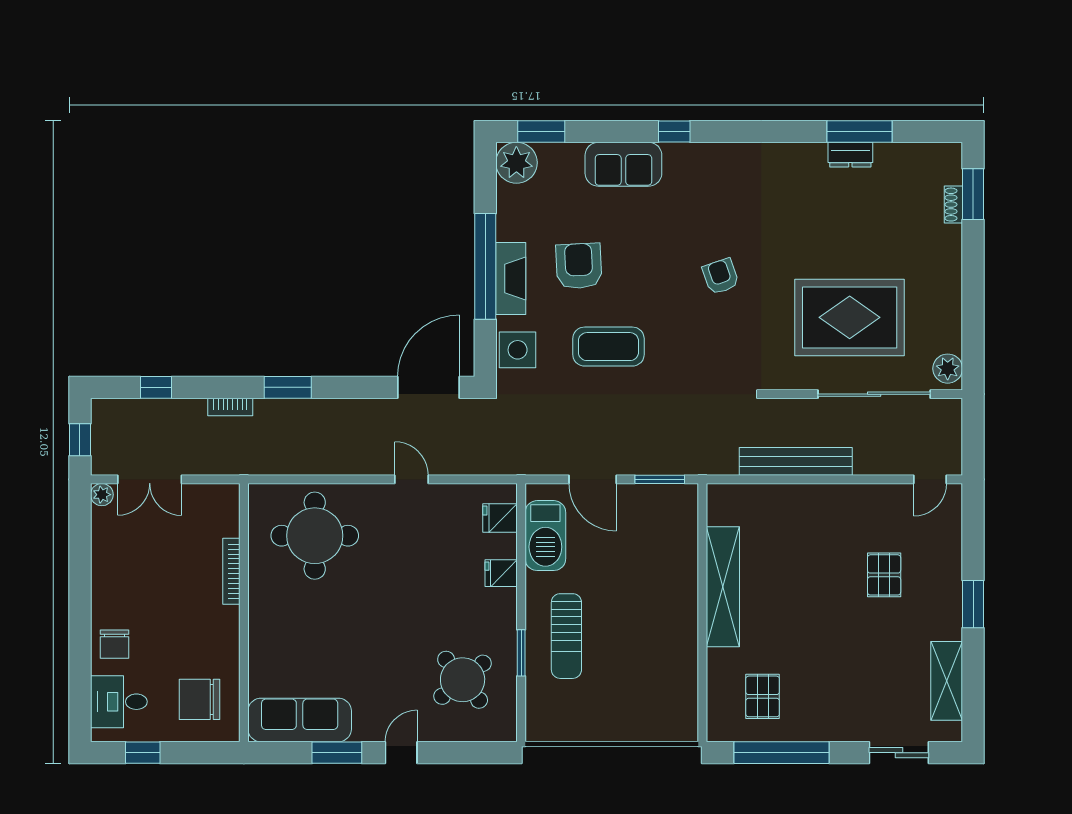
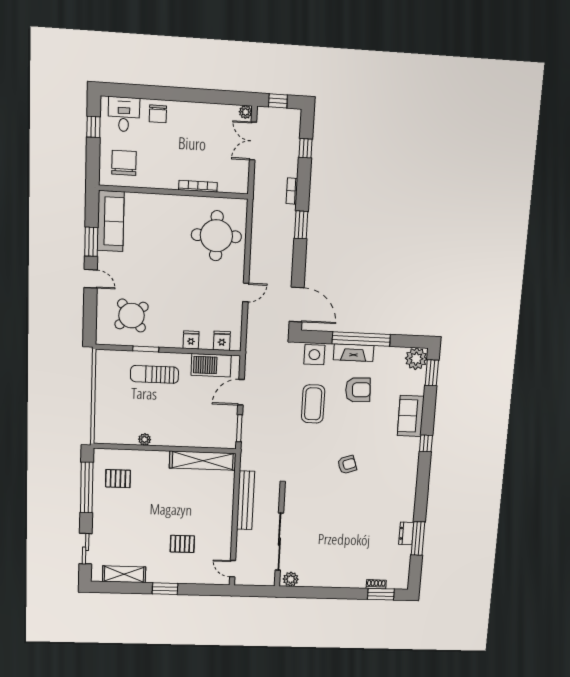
rug: (850, 317) -> (321, 530), removed
shelving: (723, 587) -> (203, 461), moved
chair: (114, 644) -> (158, 114), turned -90
plant: (687, 650) -> (145, 439), added

